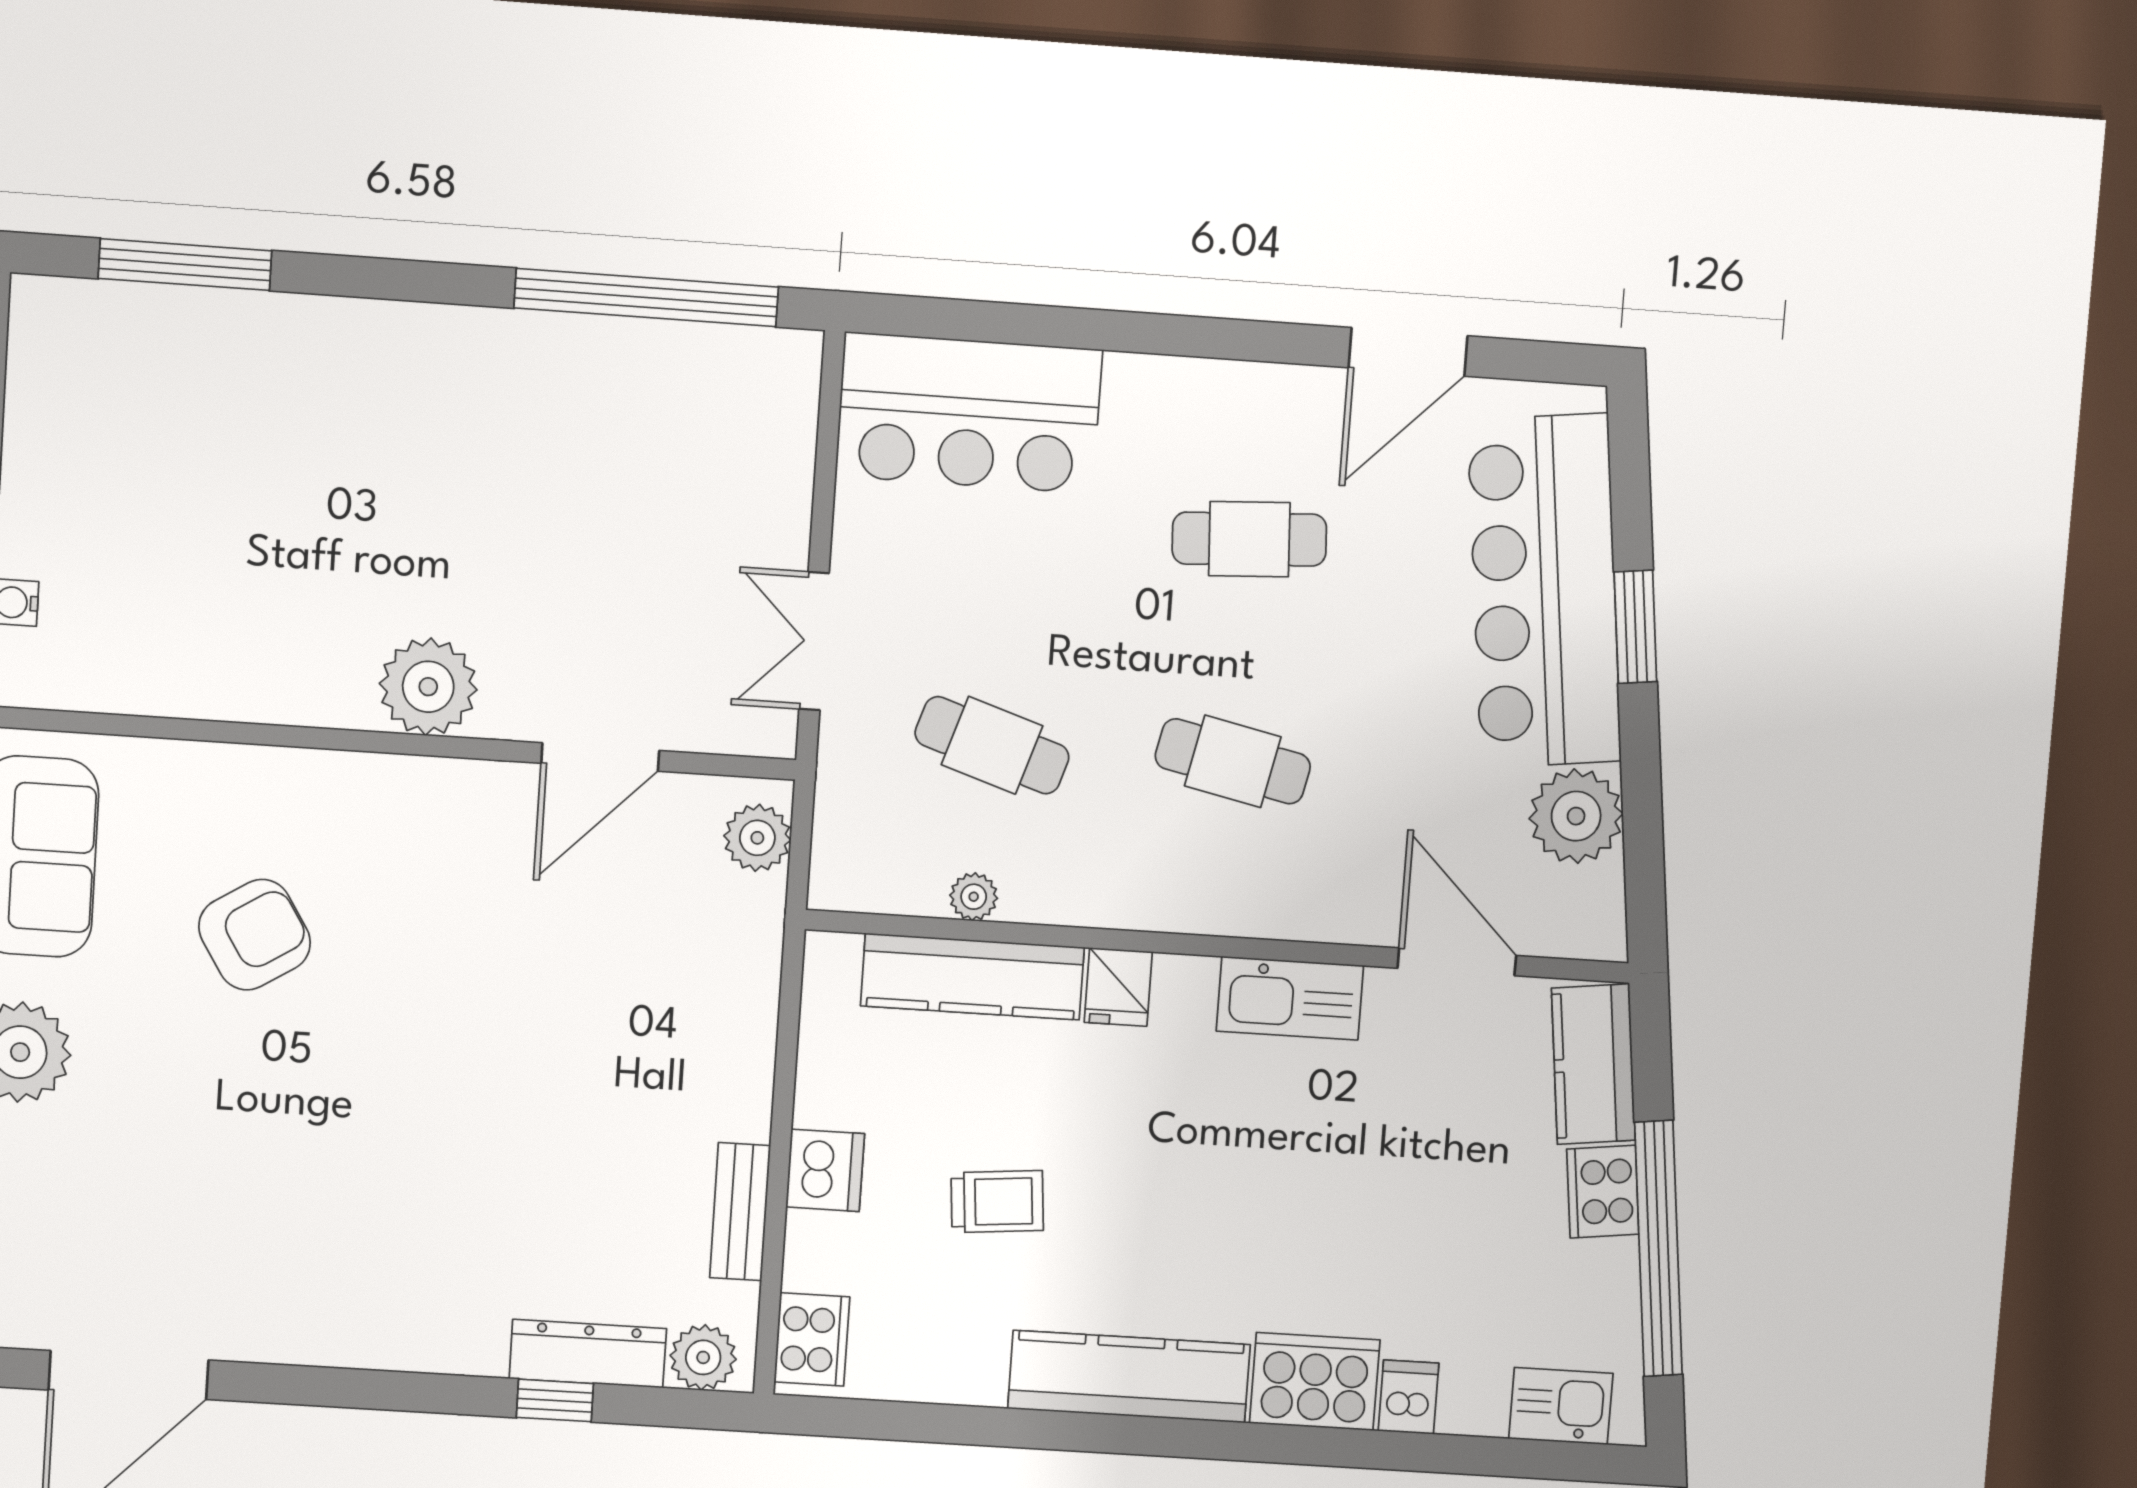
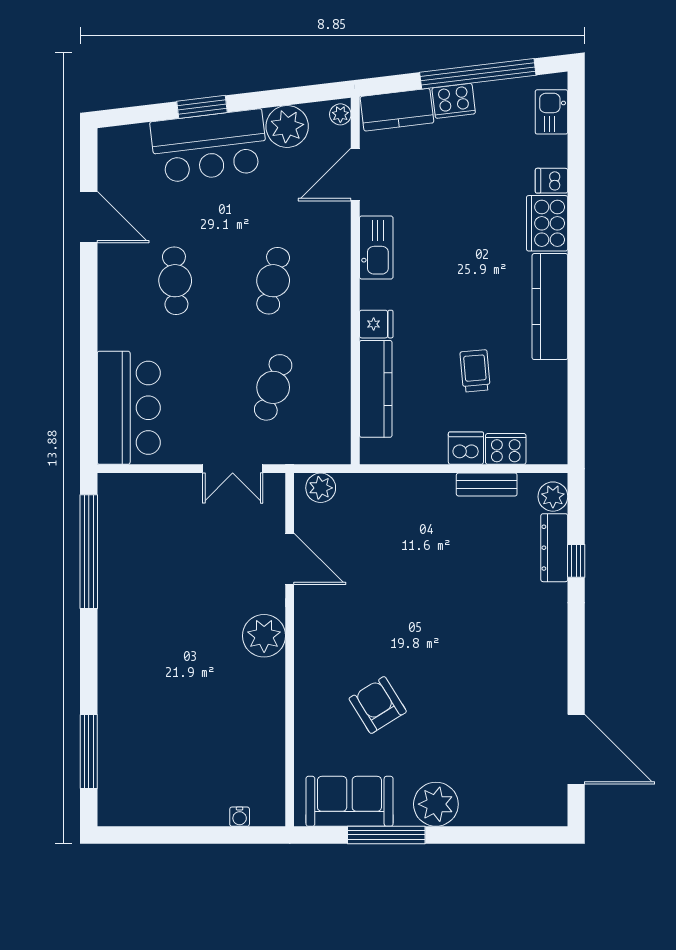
bar counter: (1544, 591) -> (209, 146), width x0.73
plant: (974, 897) -> (340, 114), moved
cooker: (812, 1339) -> (506, 449), moved

